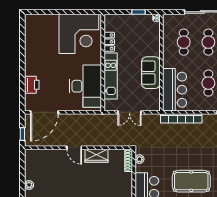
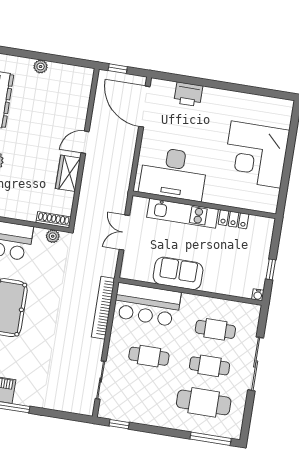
corner desk: (79, 34) -> (256, 155), moved

